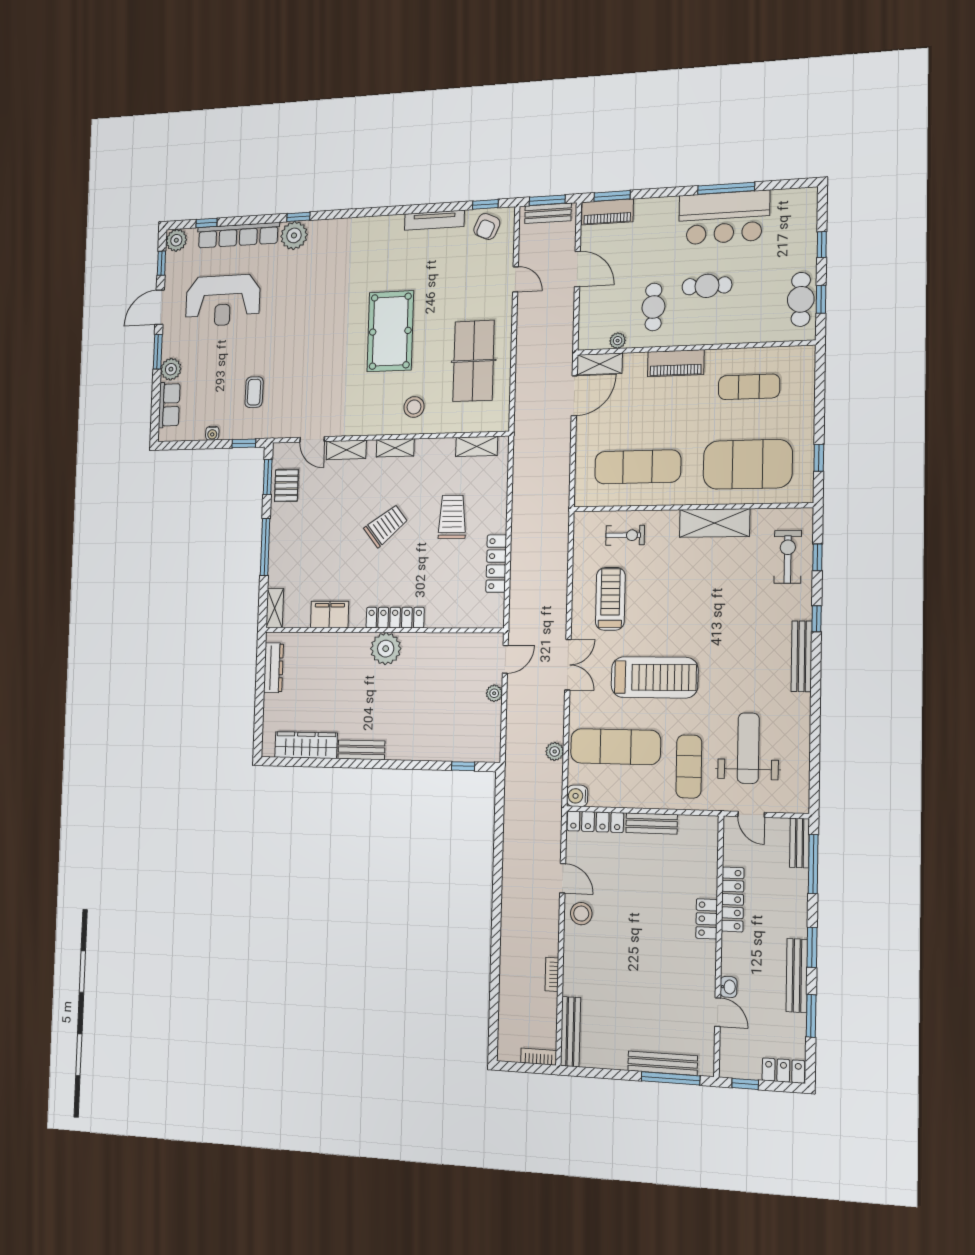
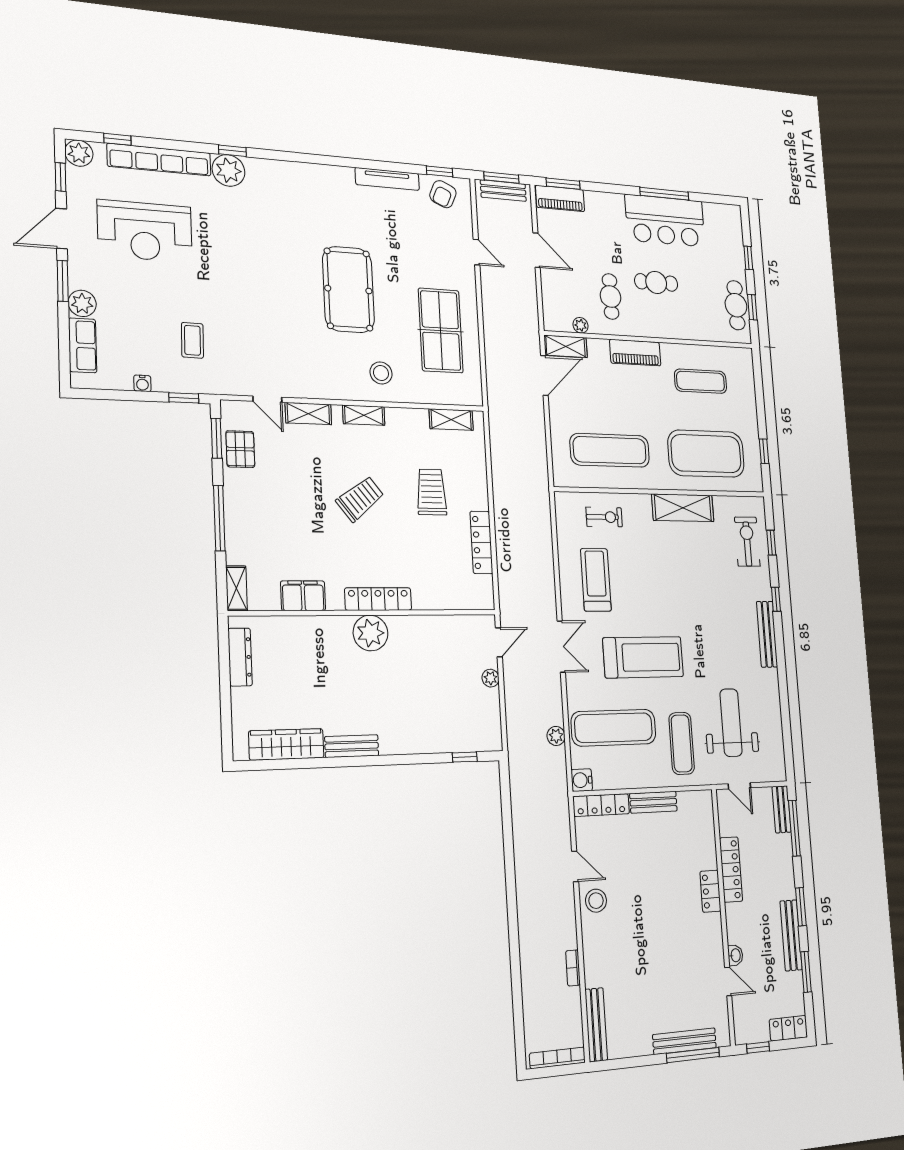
bookcase: (539, 1057) -> (557, 1058), width x1.56

